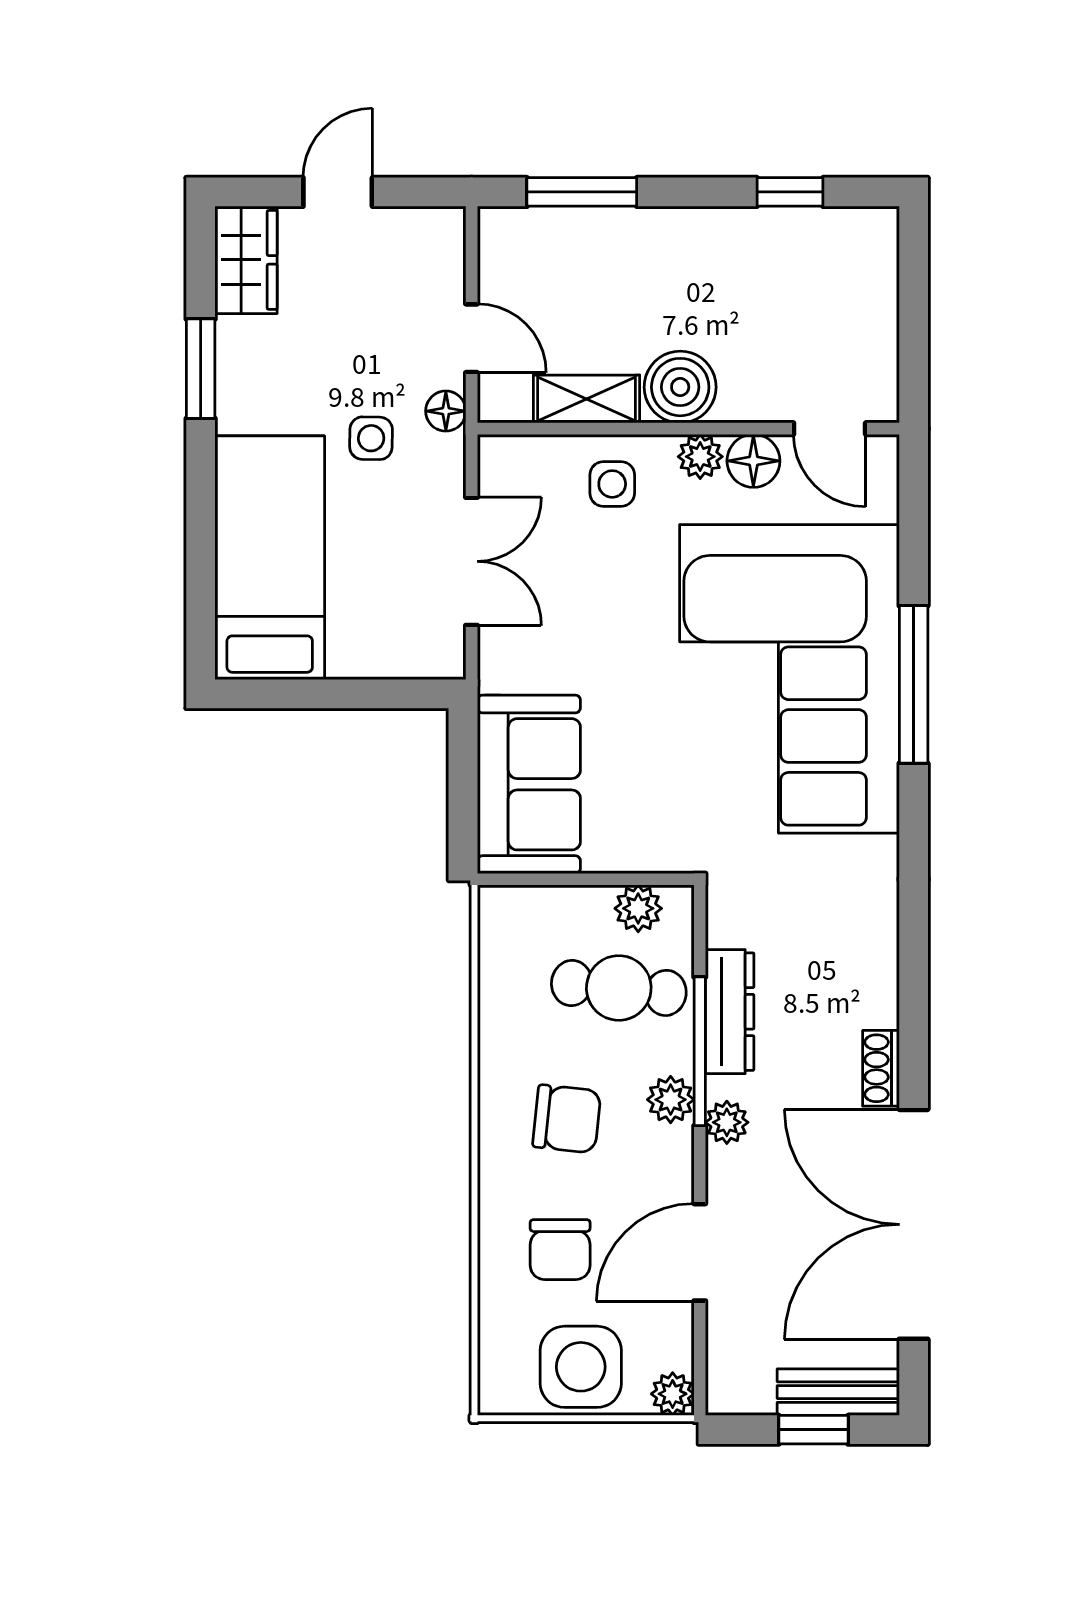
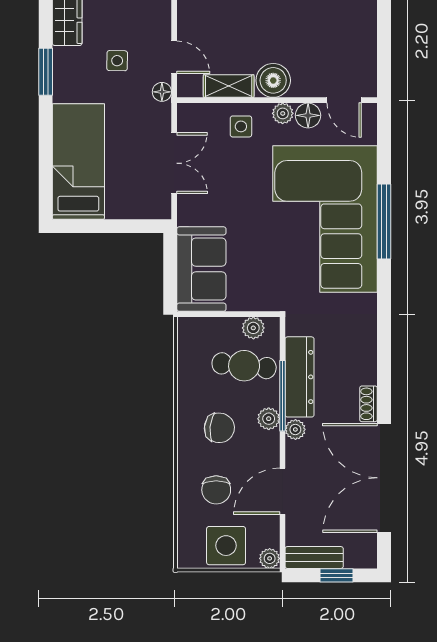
side table: (371, 438) -> (117, 61), moved
dresser: (730, 1012) -> (300, 377), width x1.37, depth x1.24
bench: (838, 1392) -> (314, 558), moved

